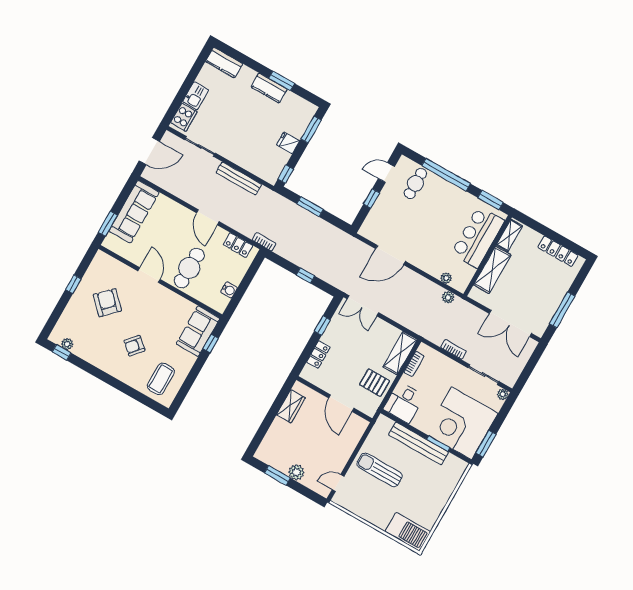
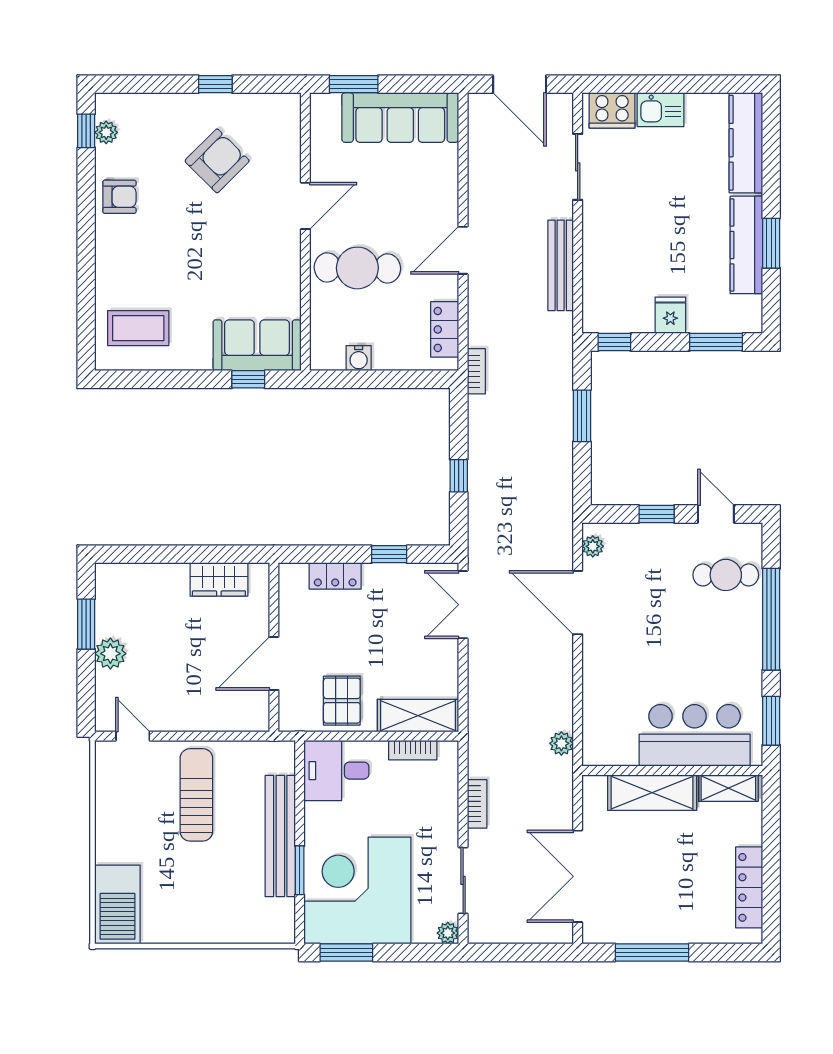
kitchen counter: (224, 63) -> (746, 143), width x1.50
kitchen counter: (269, 88) -> (746, 245), width x1.50
plant: (446, 278) -> (593, 546), moved
armchair: (134, 346) -> (119, 197), moved, turned 139

